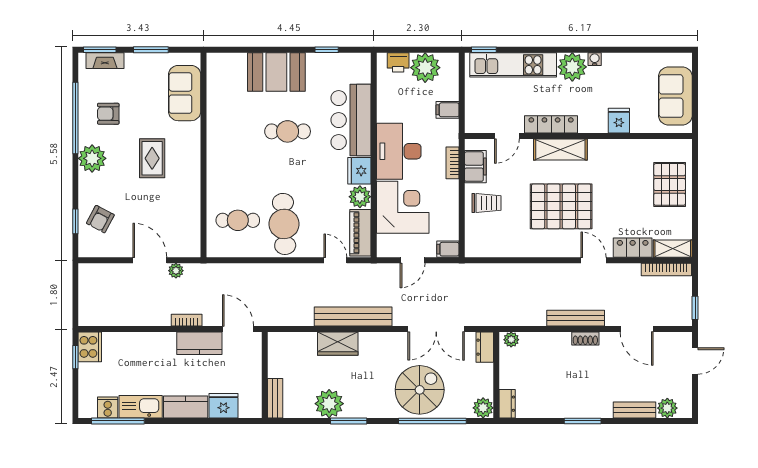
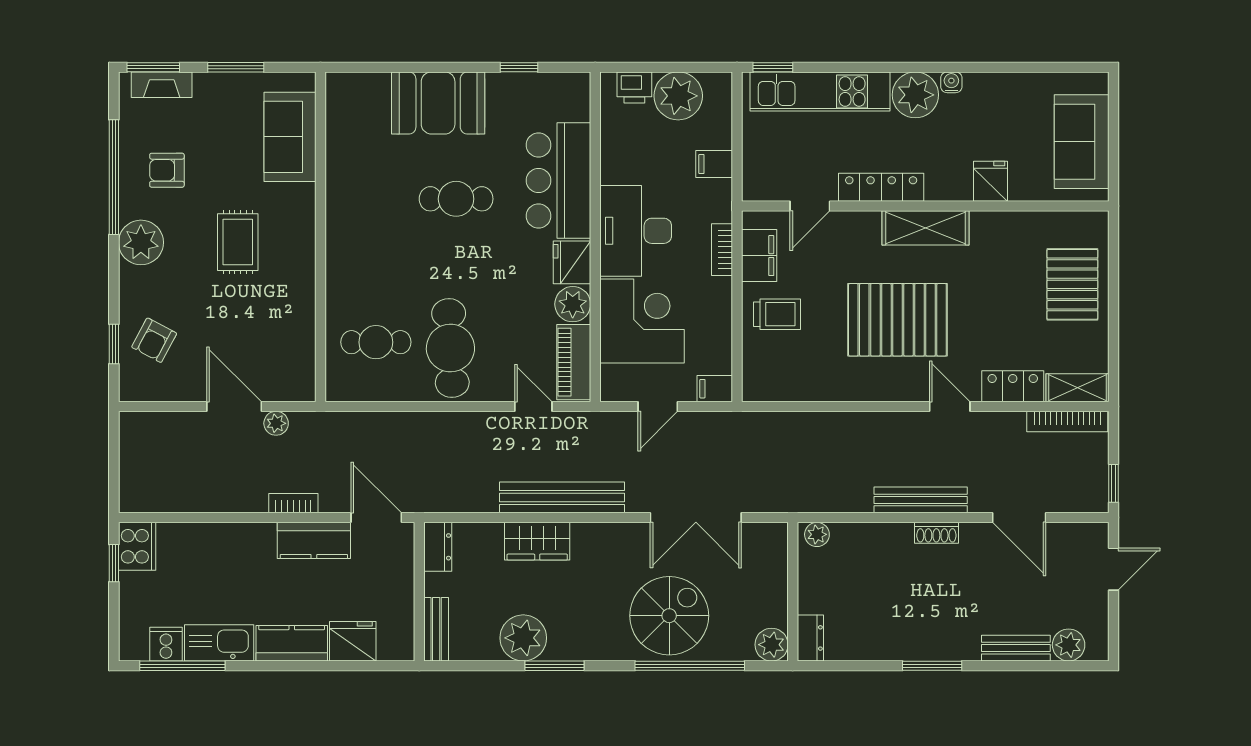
shelving: (560, 149) -> (925, 228), moved
dresser: (485, 347) -> (438, 547), moved, turned 180

